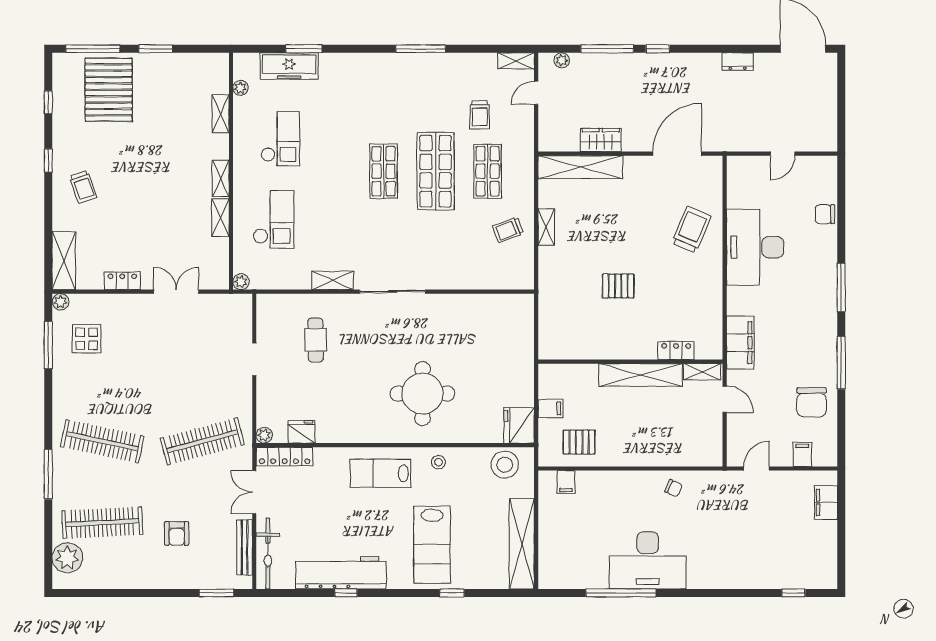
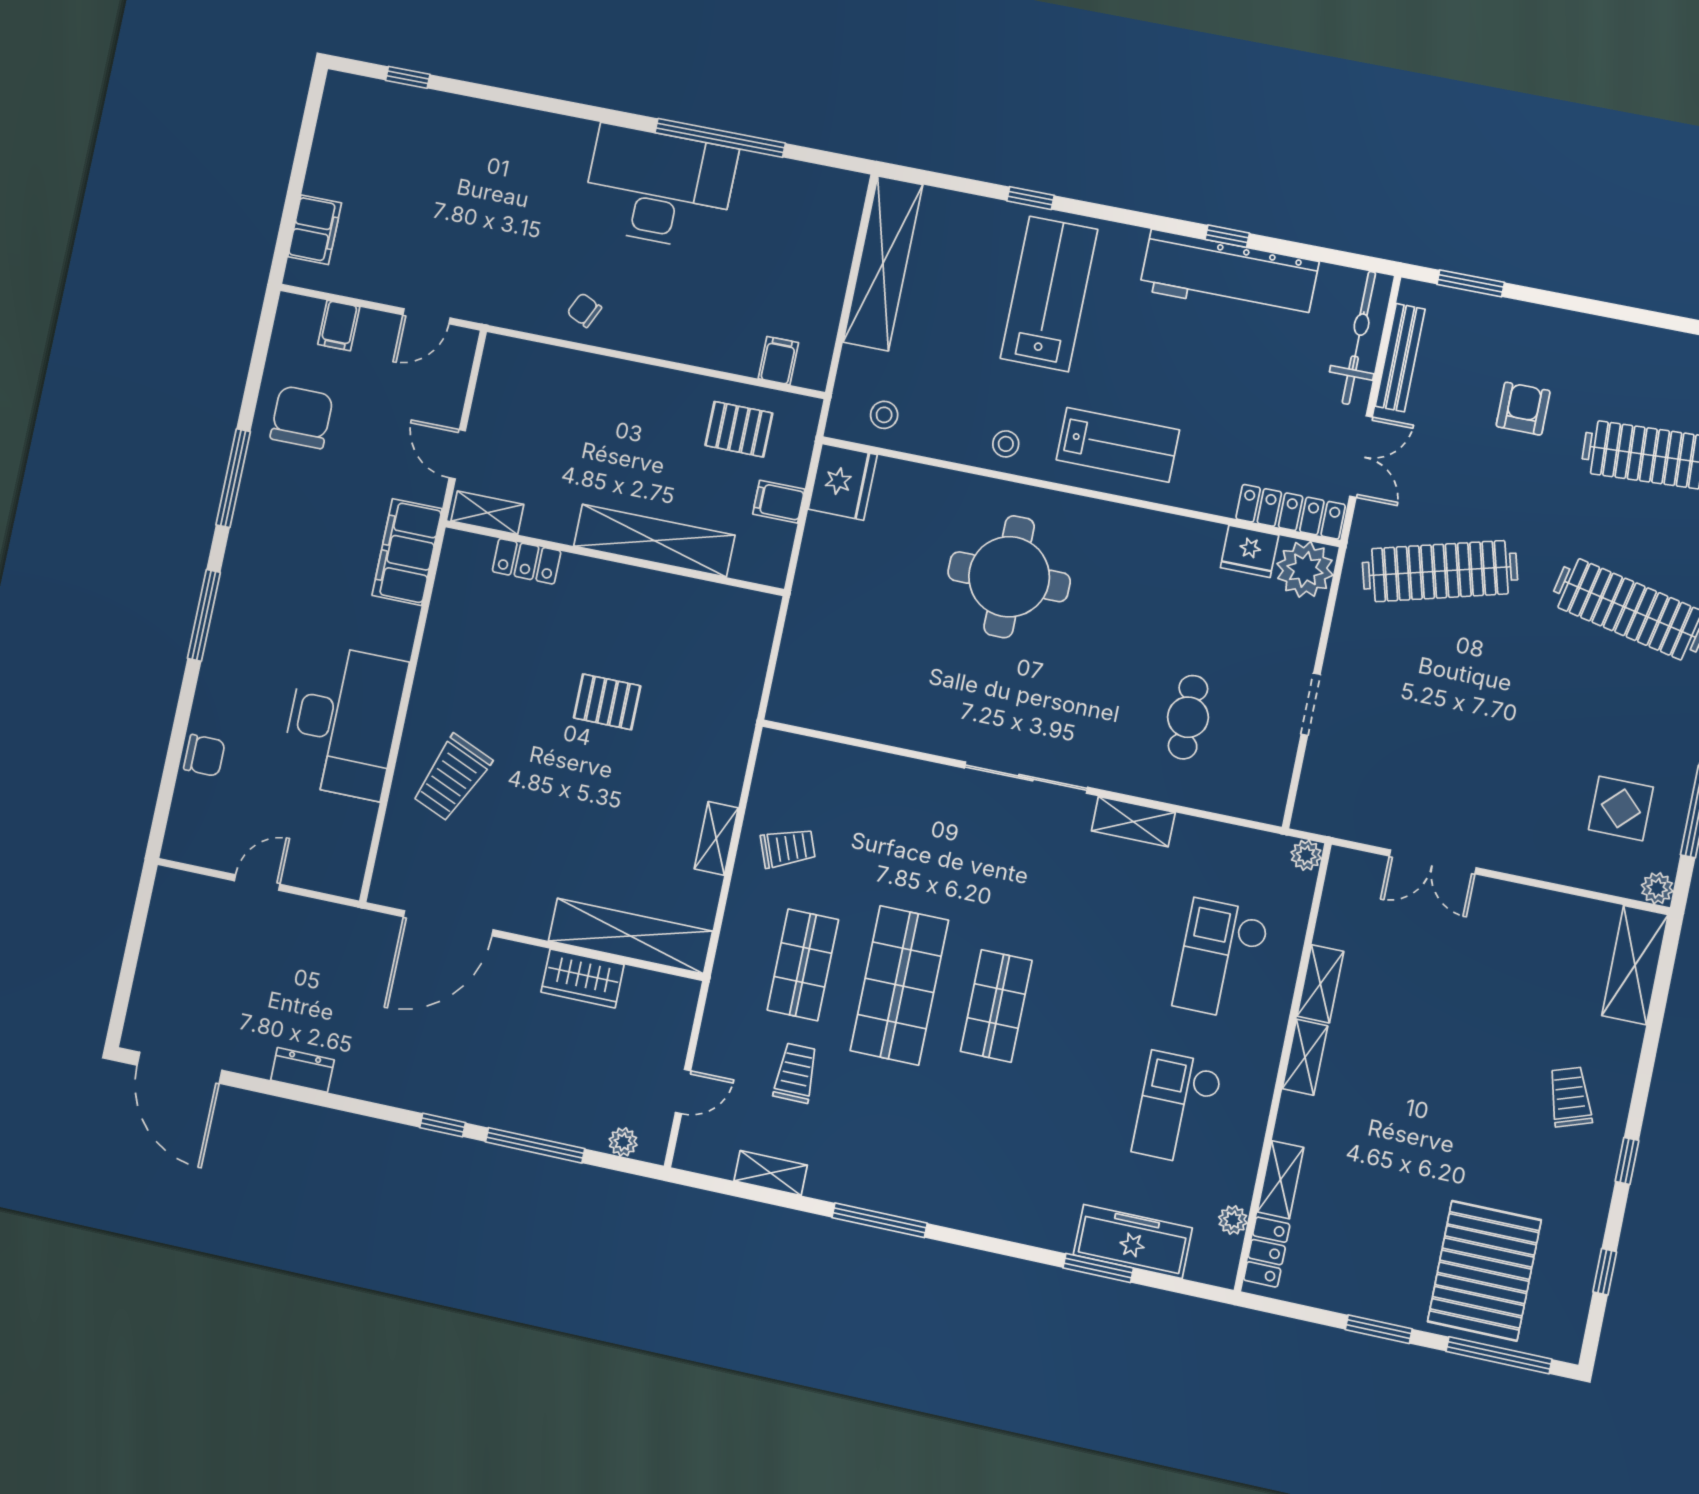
shelving: (516, 61) -> (771, 1173), moved
locker: (122, 281) -> (1267, 1252), moved, turned -90
shelving: (640, 375) -> (654, 541), moved
plant: (264, 435) -> (1305, 569), width x1.87, depth x1.87
stool: (505, 465) -> (884, 415), width x0.53, depth x0.53

